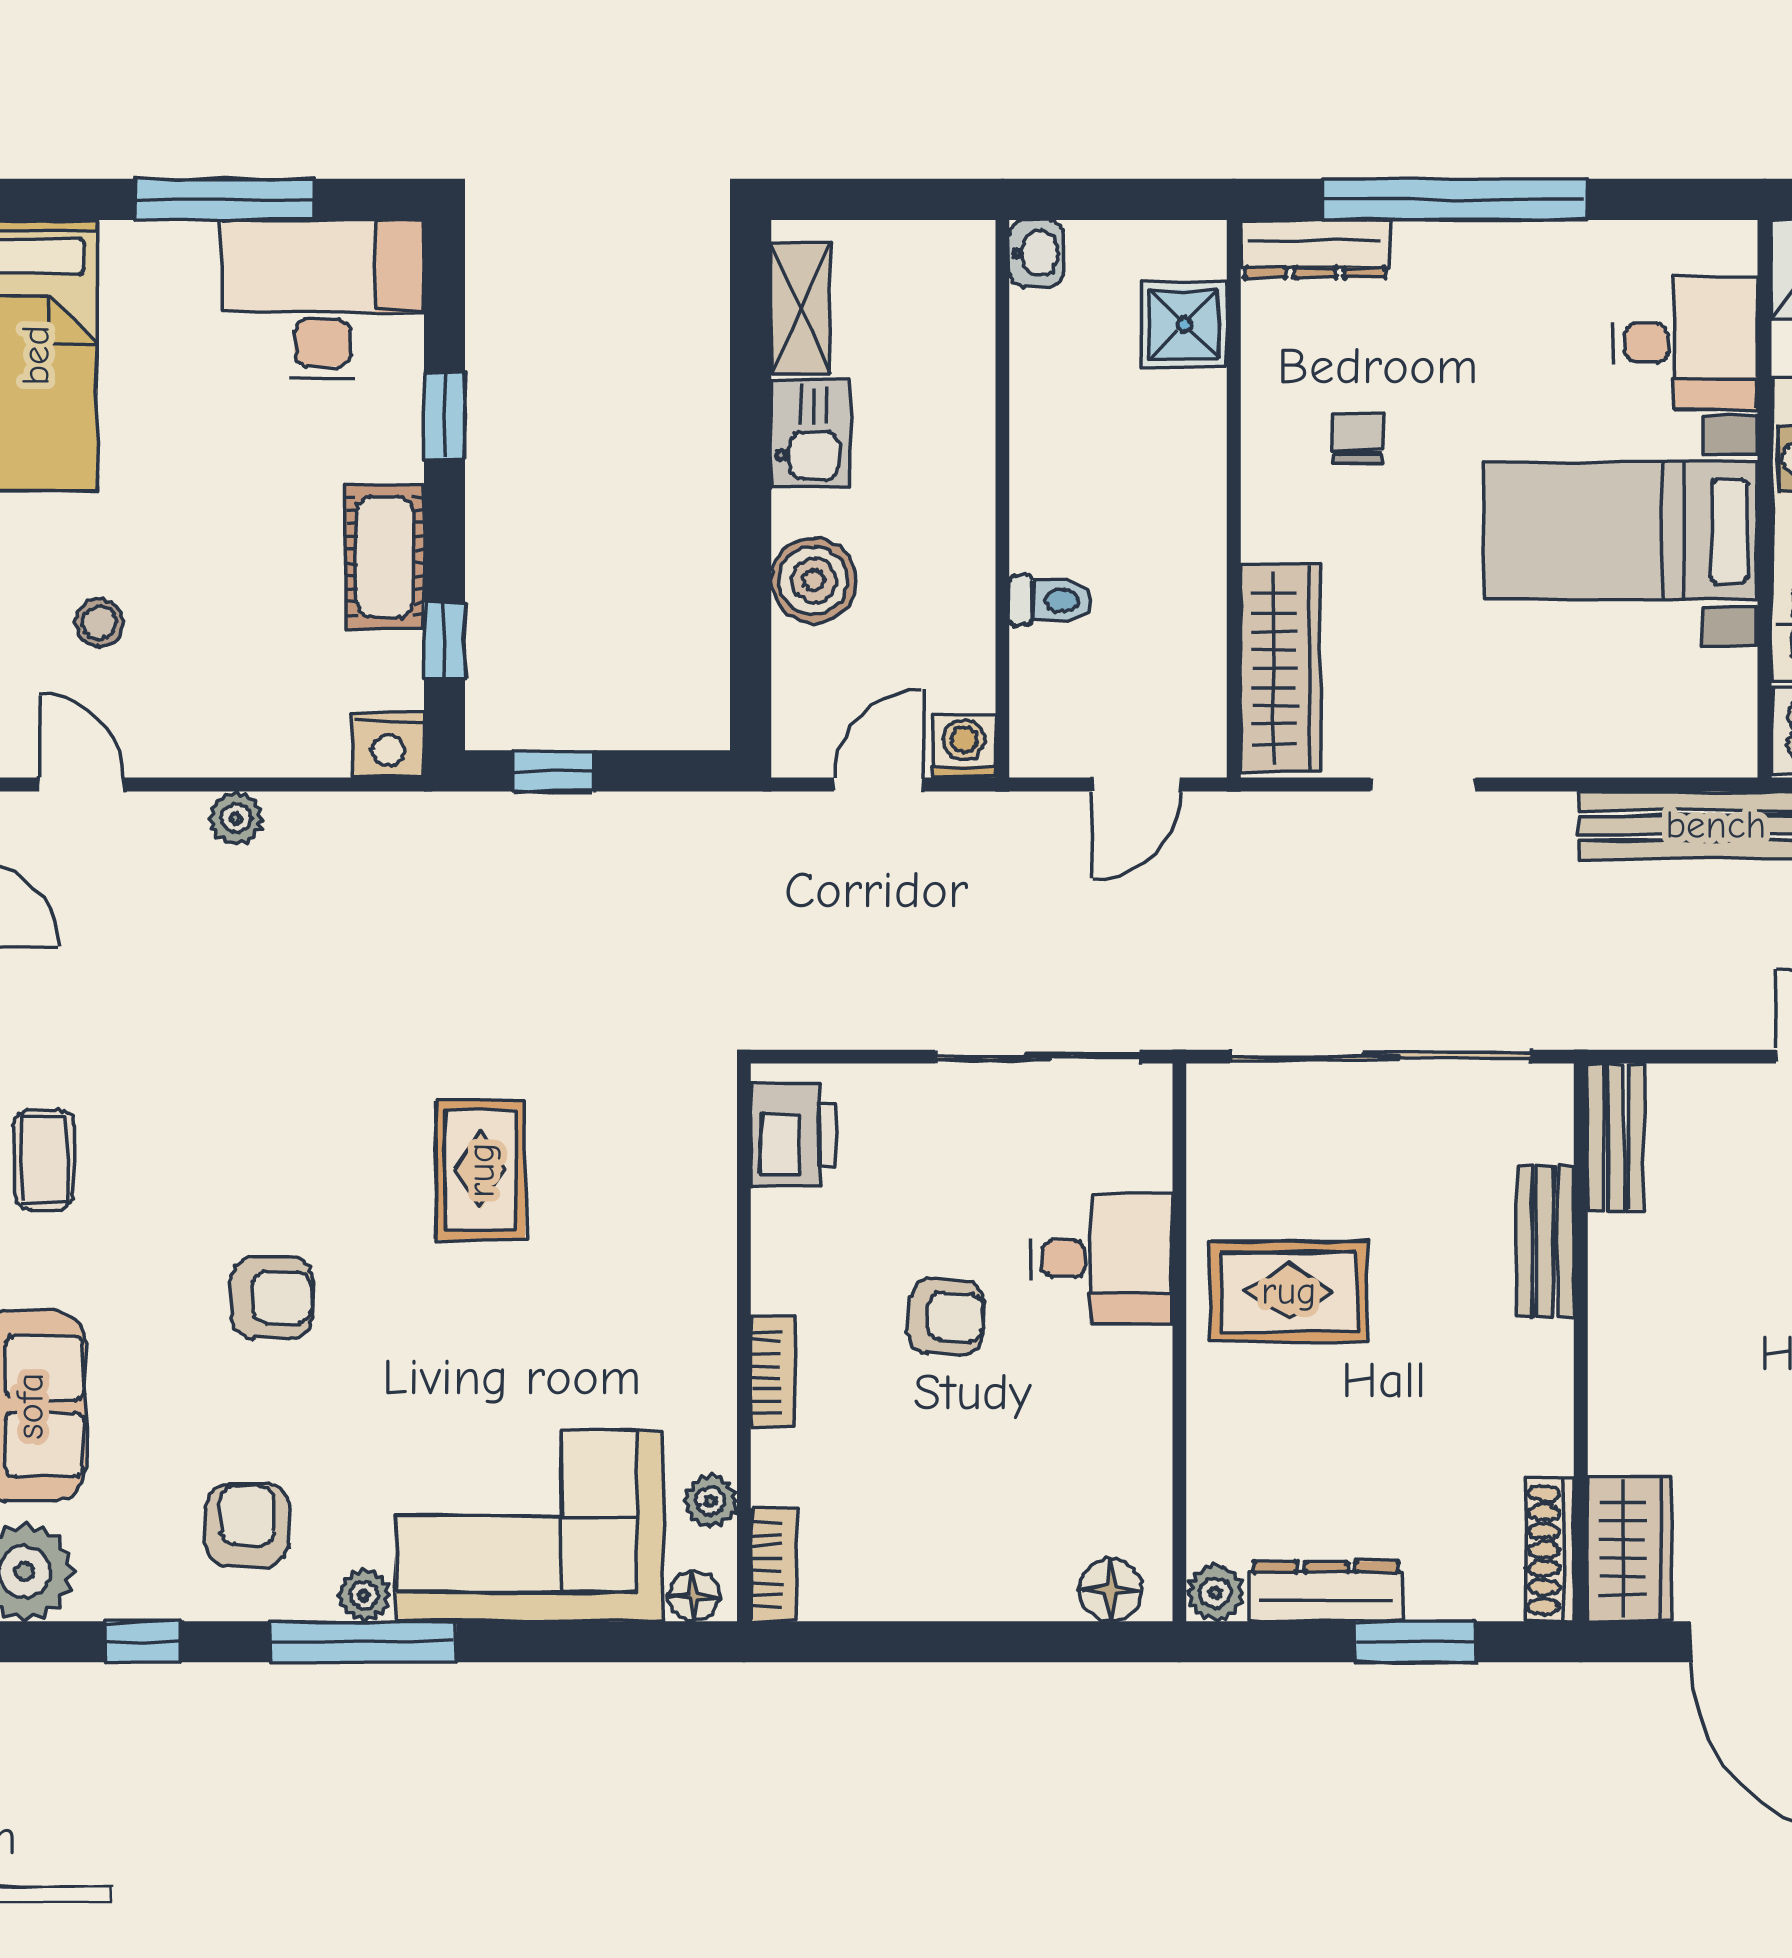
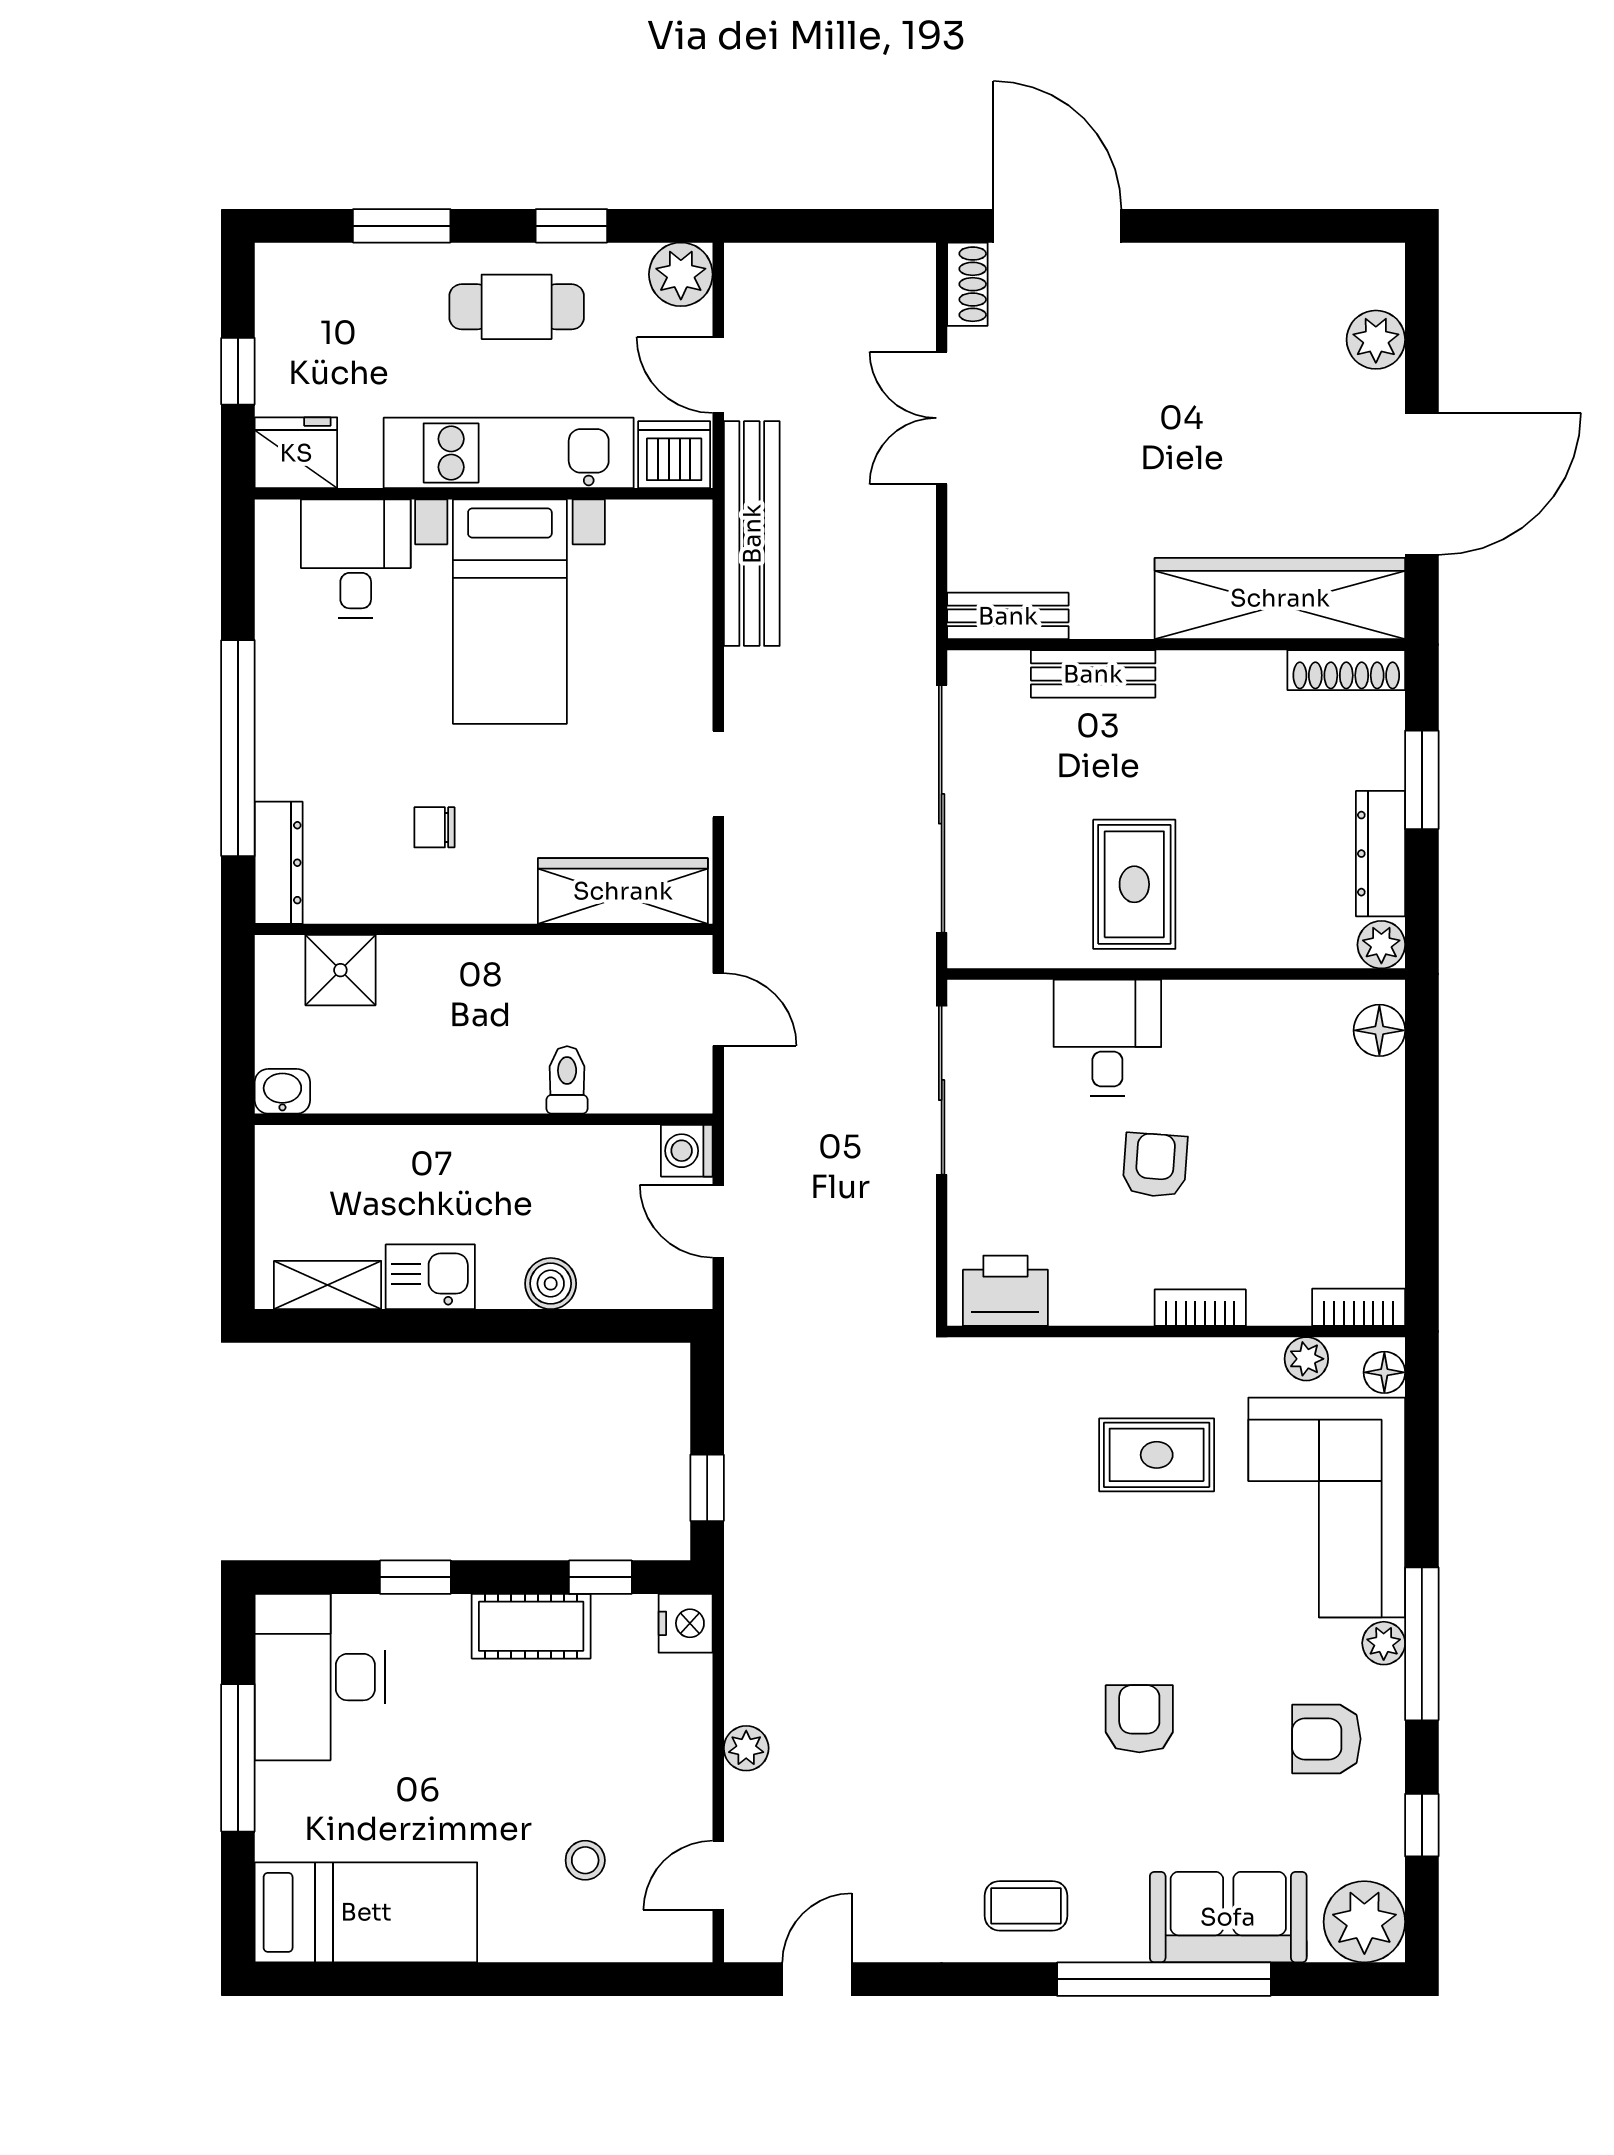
boiler: (814, 580) -> (551, 1284), width x0.73, depth x0.73
rug: (481, 1170) -> (1157, 1455), moved
wardrobe: (1630, 1549) -> (1280, 598), width x2.10, depth x1.17

